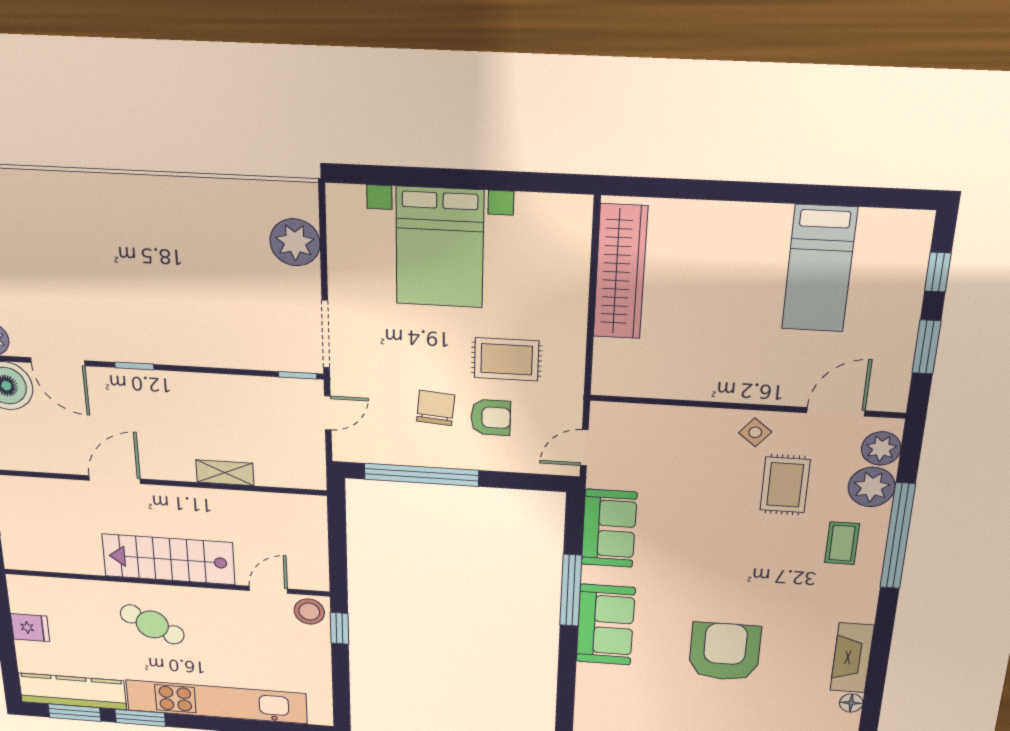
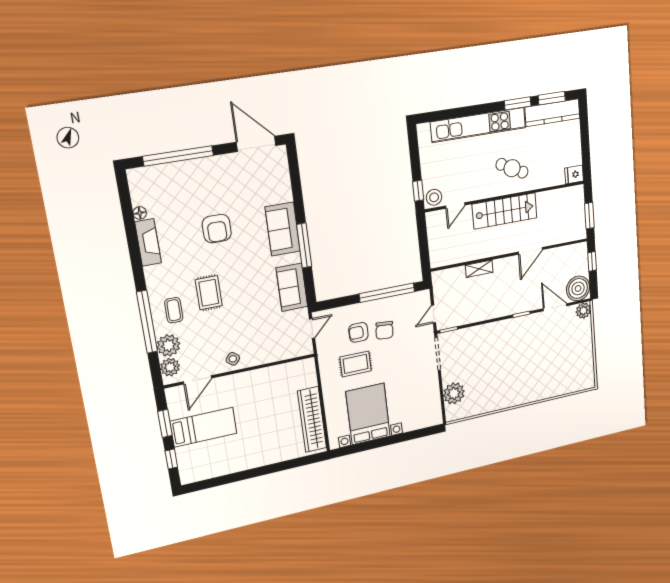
bed with nightstands: (440, 248) -> (368, 414), moved
bed: (819, 269) -> (204, 427), moved, turned 90
rug: (785, 485) -> (209, 293), moved
fridge: (30, 628) -> (574, 175), moved
armchair: (725, 652) -> (217, 229), width x0.73, depth x0.73

